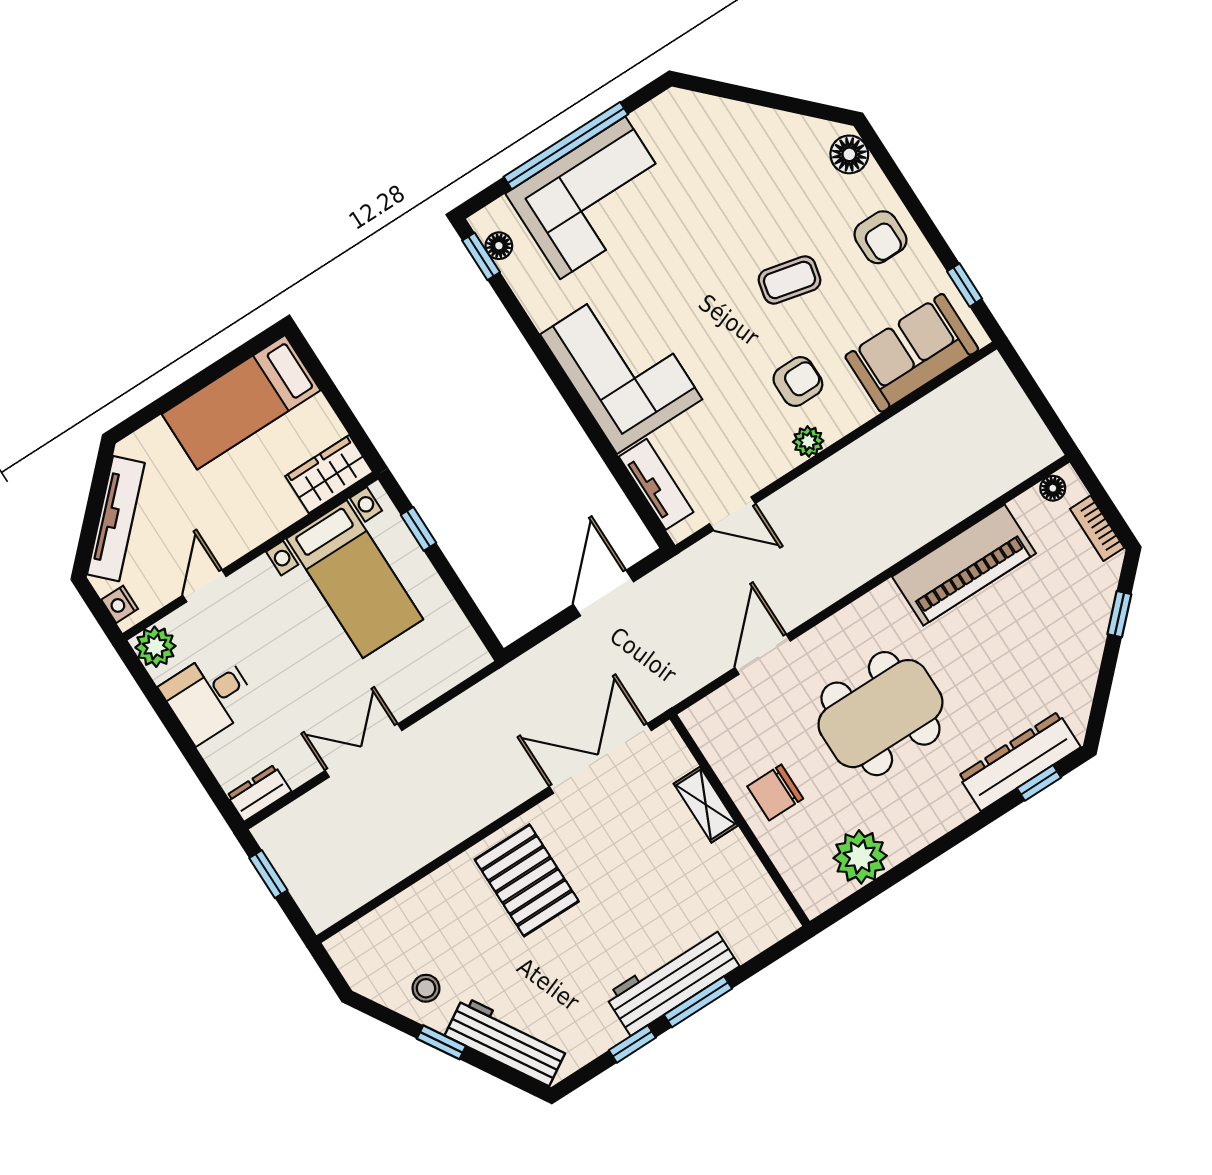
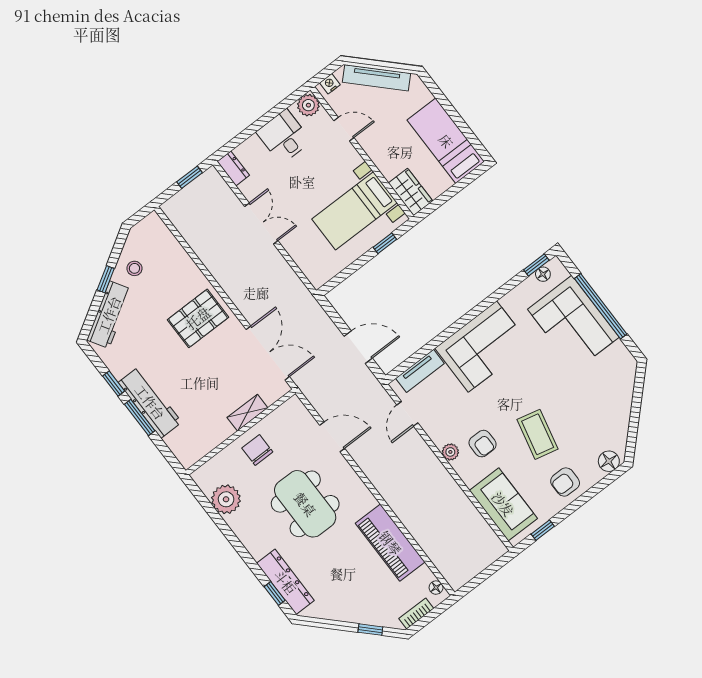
coffee table: (790, 280) -> (538, 434), width x1.36, depth x1.30

